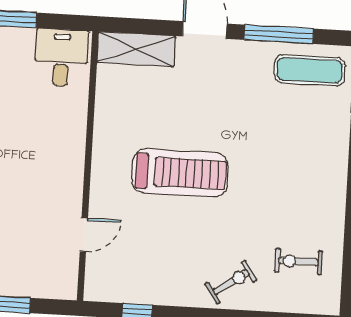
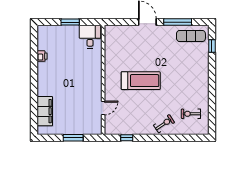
shelving: (136, 49) -> (120, 32), removed

